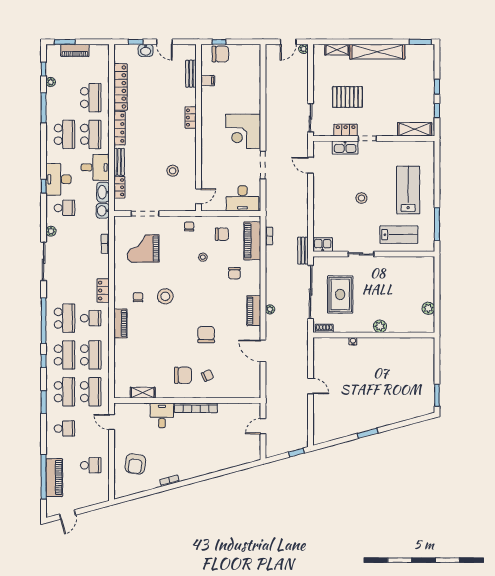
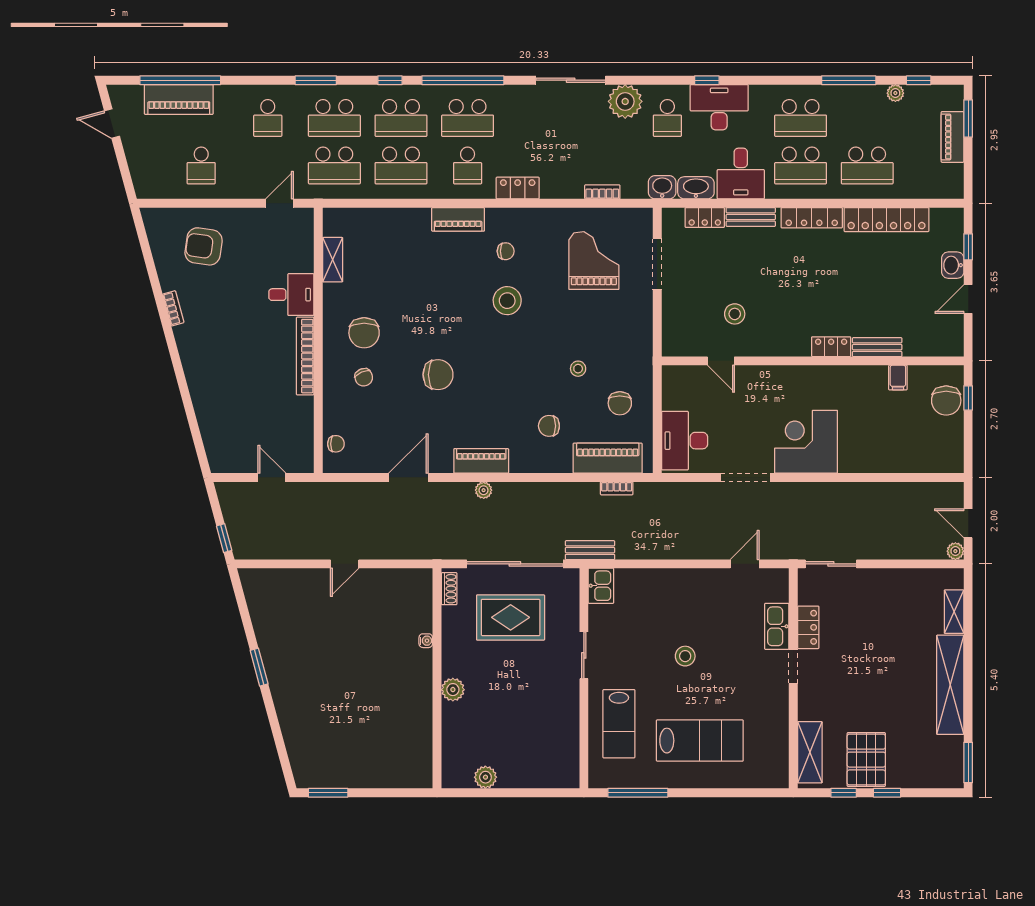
bench: (191, 74) -> (877, 347), moved
pallet: (347, 97) -> (866, 760), moved
door: (199, 196) -> (721, 361), moved
chair: (189, 226) -> (336, 444), moved
plant: (51, 231) -> (625, 101), width x1.88, depth x1.88

